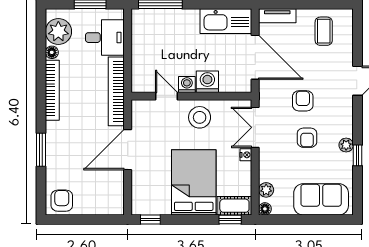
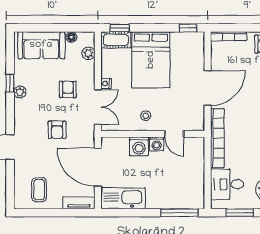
stool: (200, 117) -> (146, 116), width x0.53, depth x0.53
armchair: (307, 138) -> (68, 89), moved
floor lamp: (265, 209) -> (71, 37), moved
bookcase: (103, 210) -> (228, 36), added

